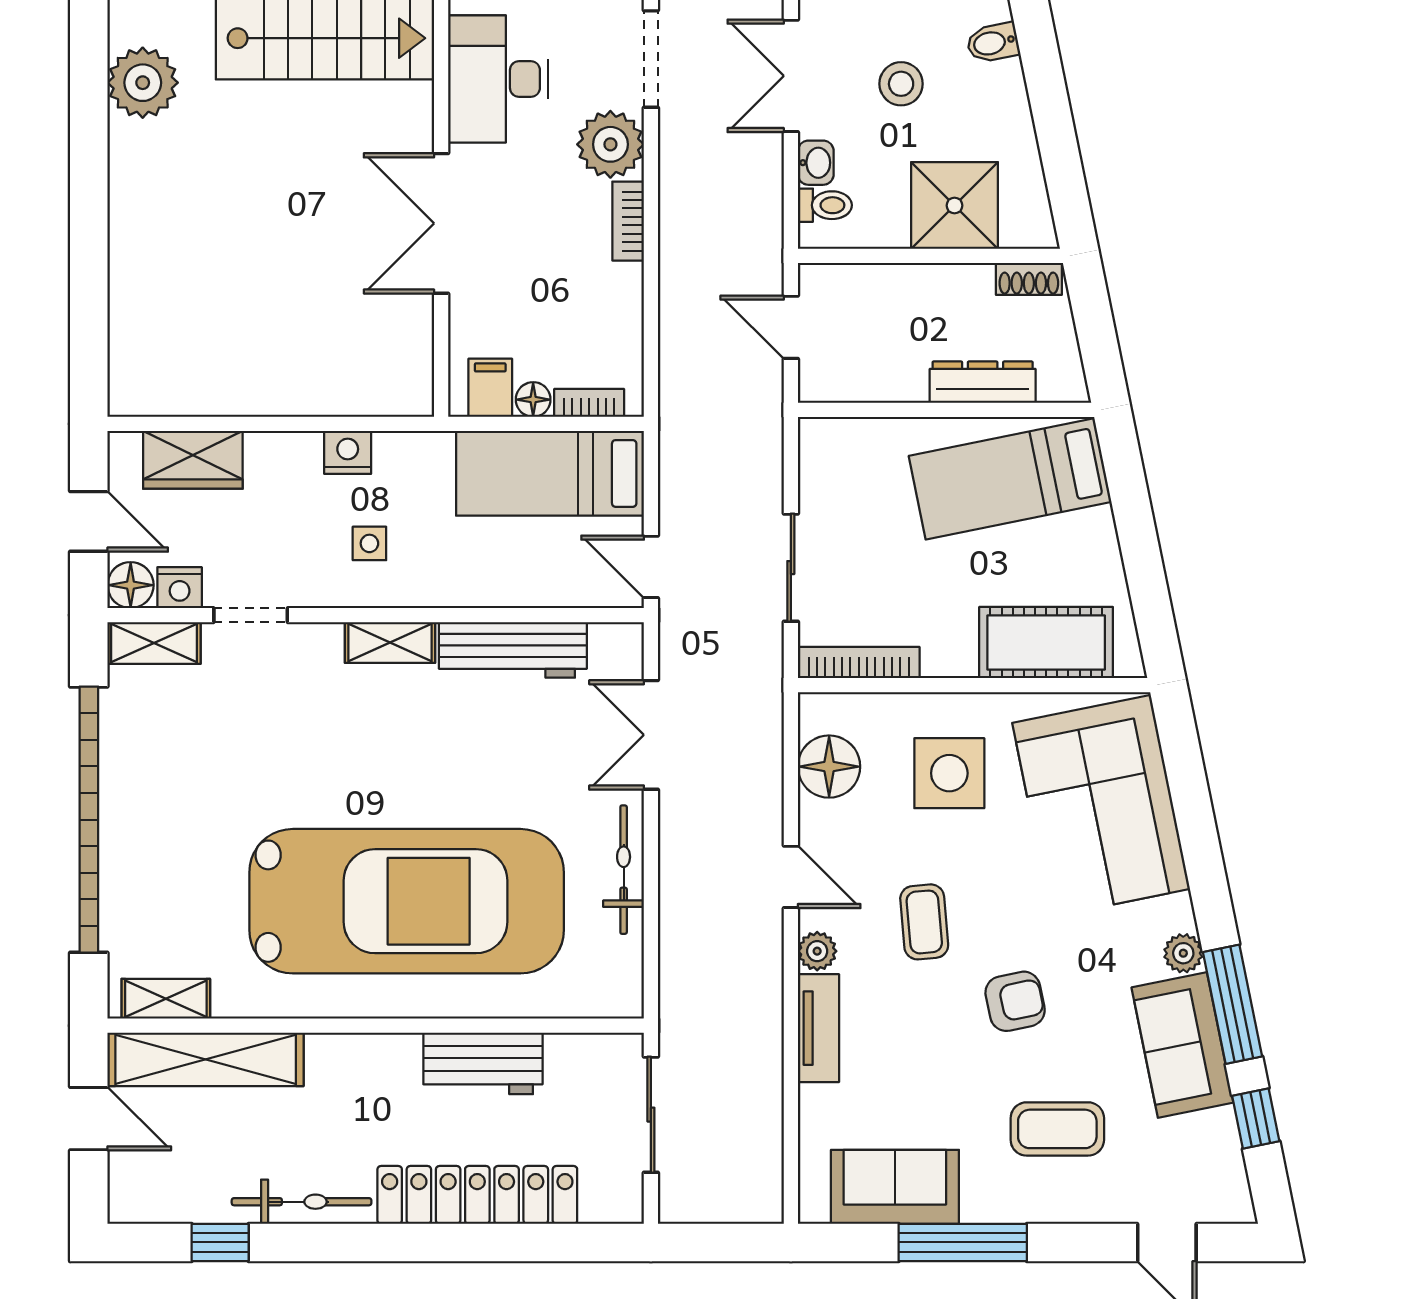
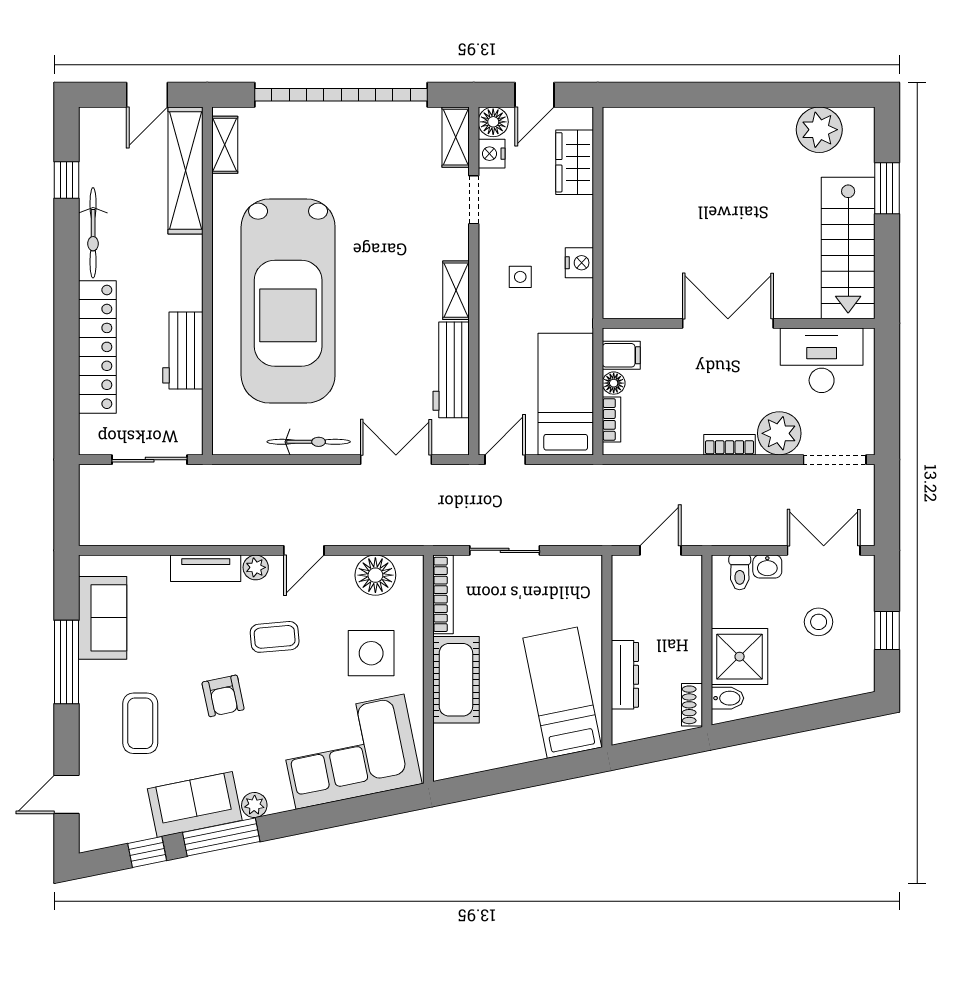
bidet: (993, 43) -> (728, 698), moved, turned 101
cot: (1046, 643) -> (456, 680), moved

